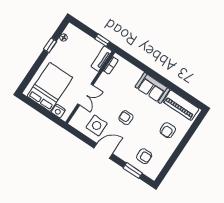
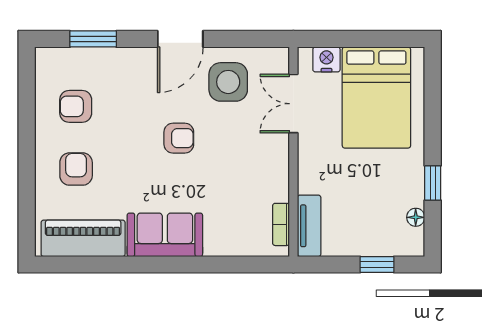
window: (102, 40) -> (377, 265), moved
double door: (85, 94) -> (293, 104), moved
armchair: (144, 156) -> (76, 106), moved

